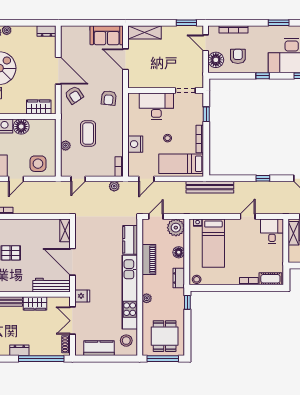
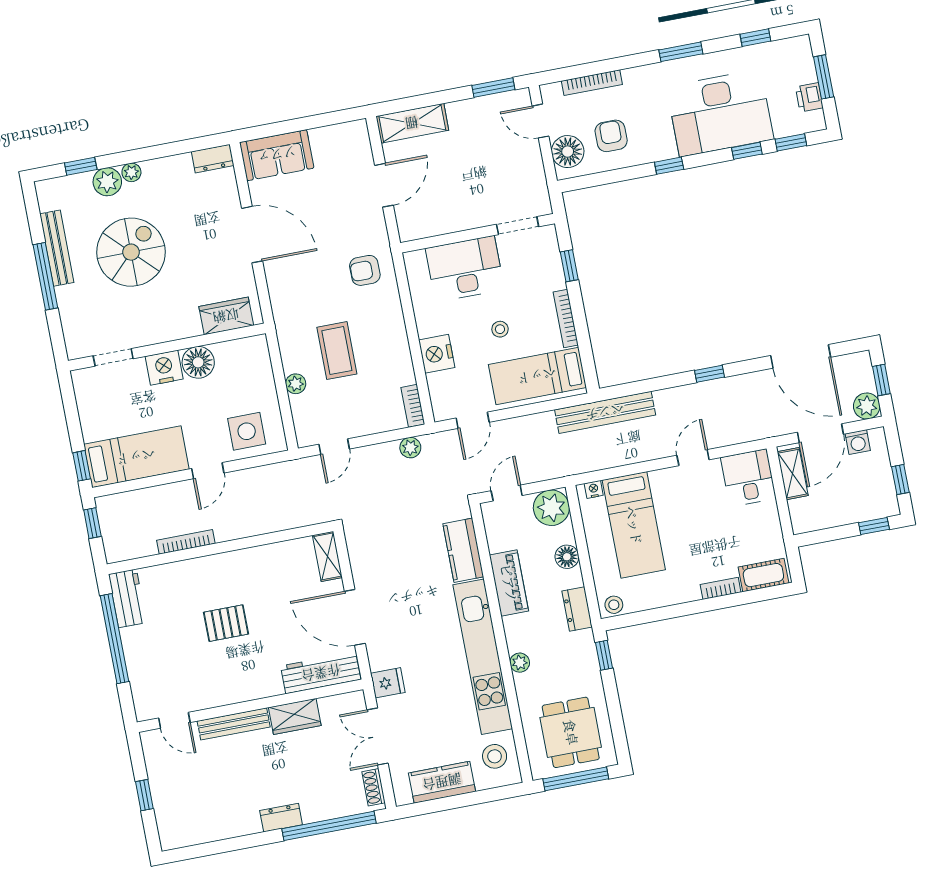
sofa: (107, 35) -> (277, 155), moved
door: (126, 59) -> (384, 185), swing flipped
armchair: (74, 95) -> (293, 278), removed
armchair: (109, 98) -> (365, 270), turned 84

